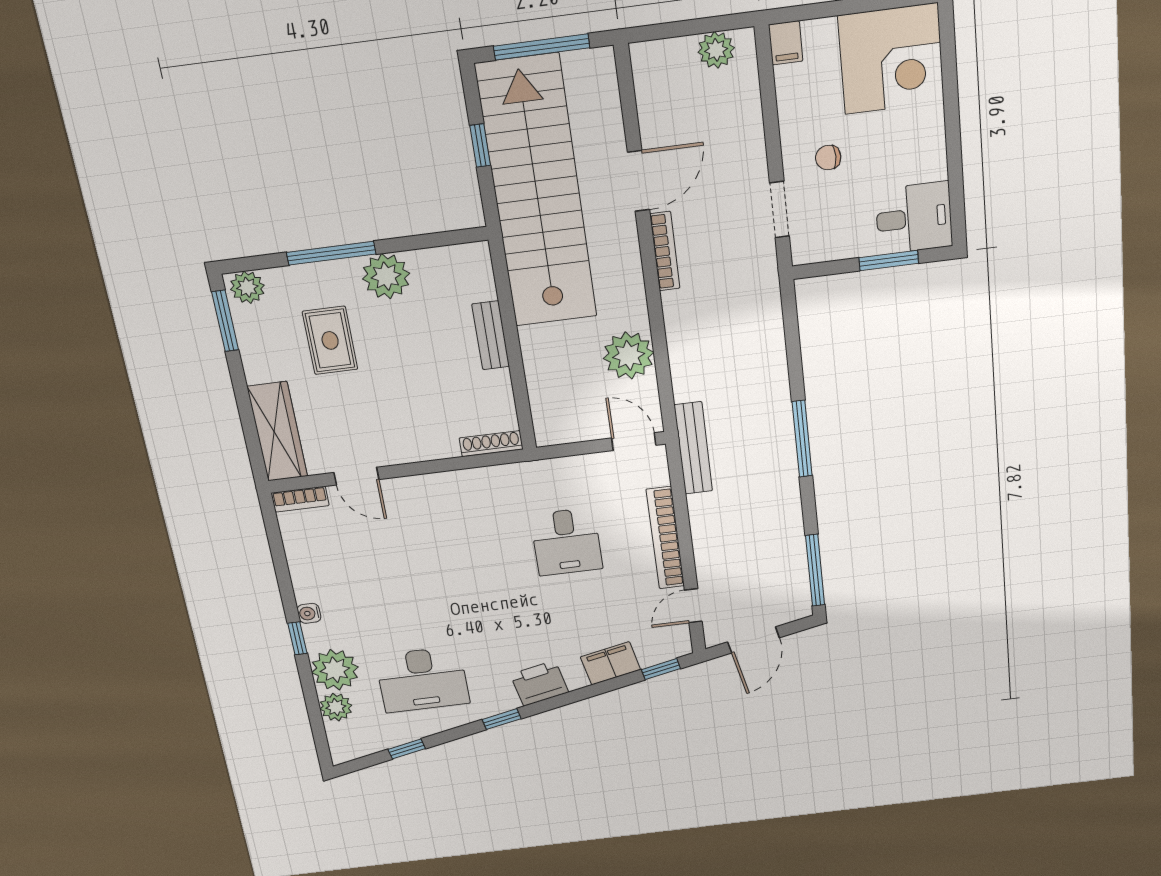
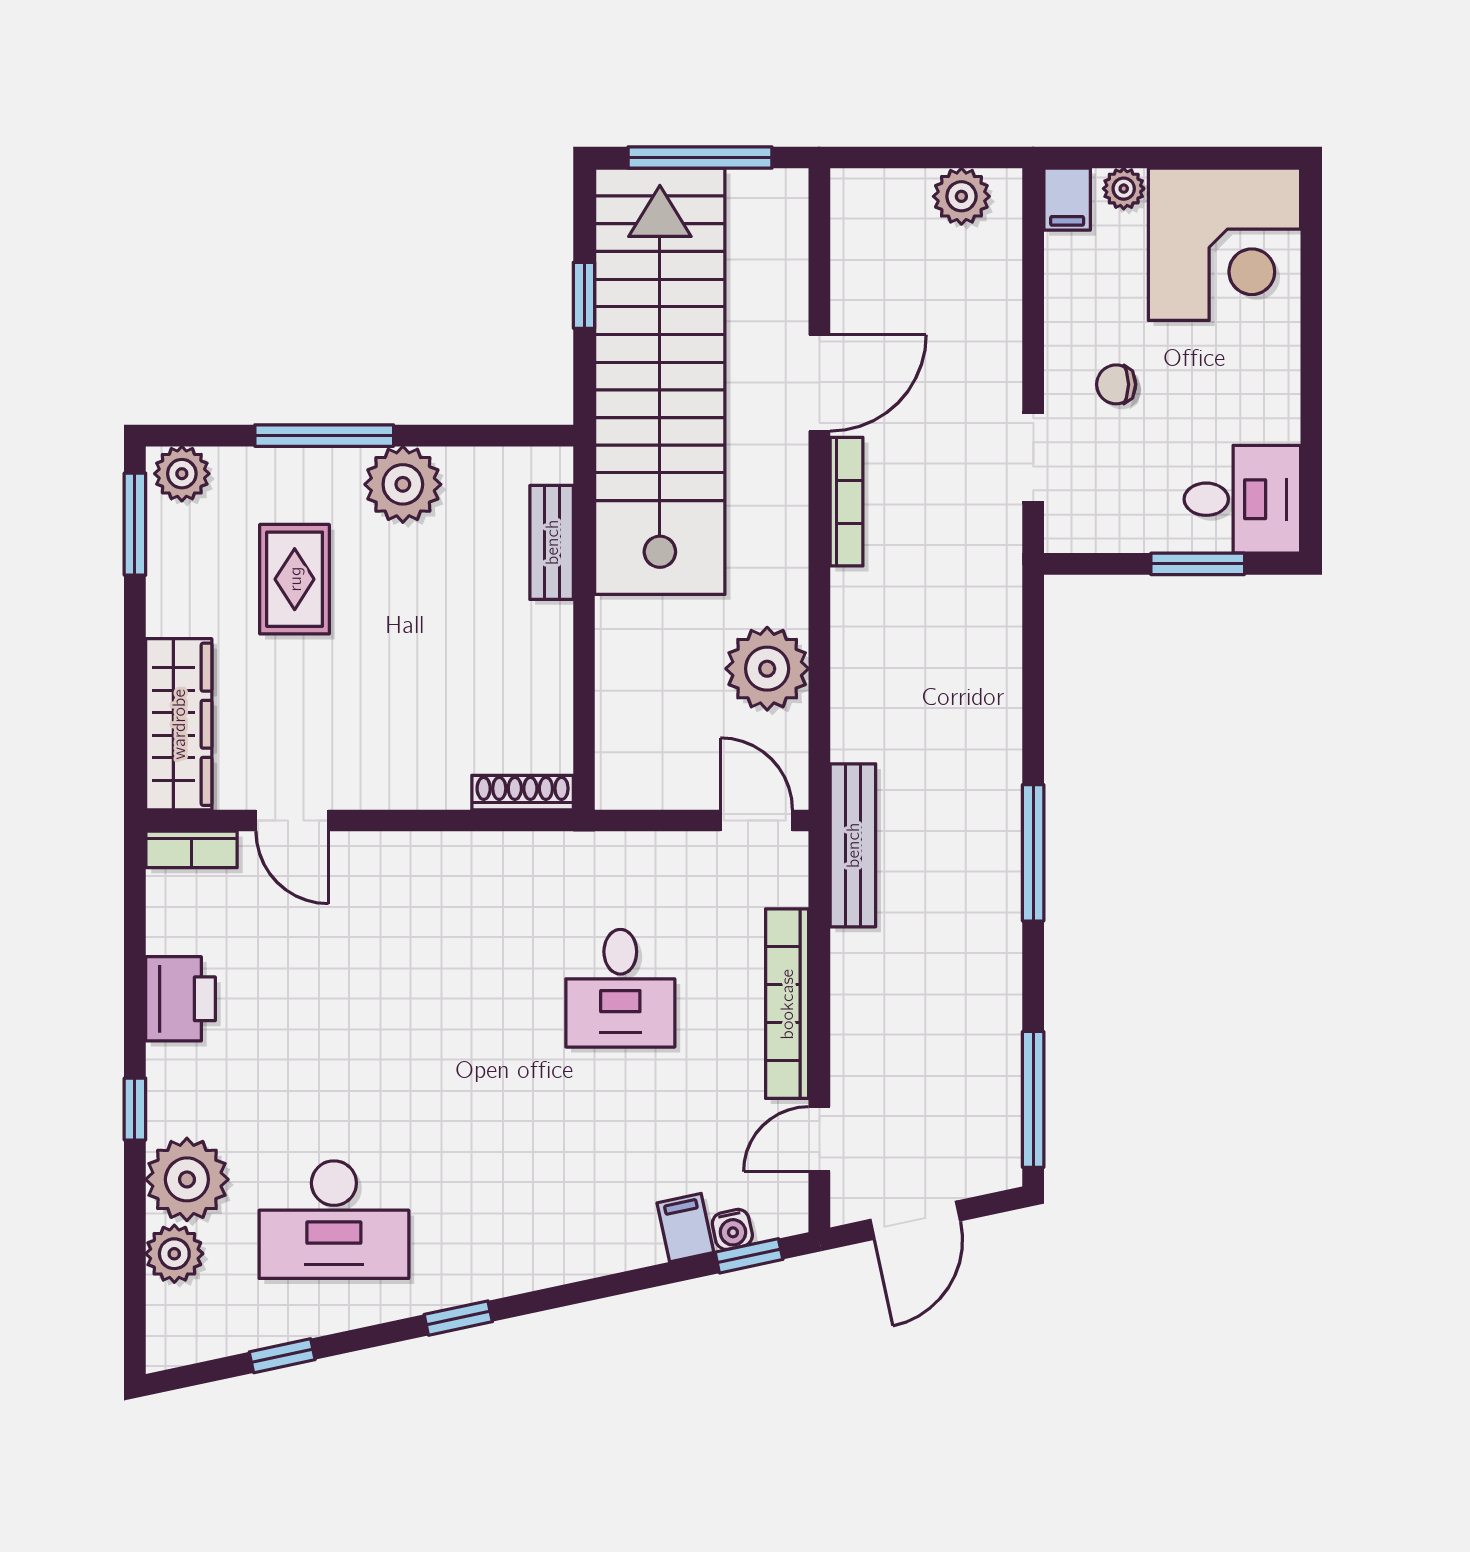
plant: (822, 31) -> (1124, 189), added
bench: (491, 335) -> (552, 542), moved
water cooler: (309, 613) -> (732, 1229), moved, turned -102
filing cabinet: (610, 663) -> (685, 1228), width x0.50
printer: (539, 683) -> (180, 999), moved, turned 102

